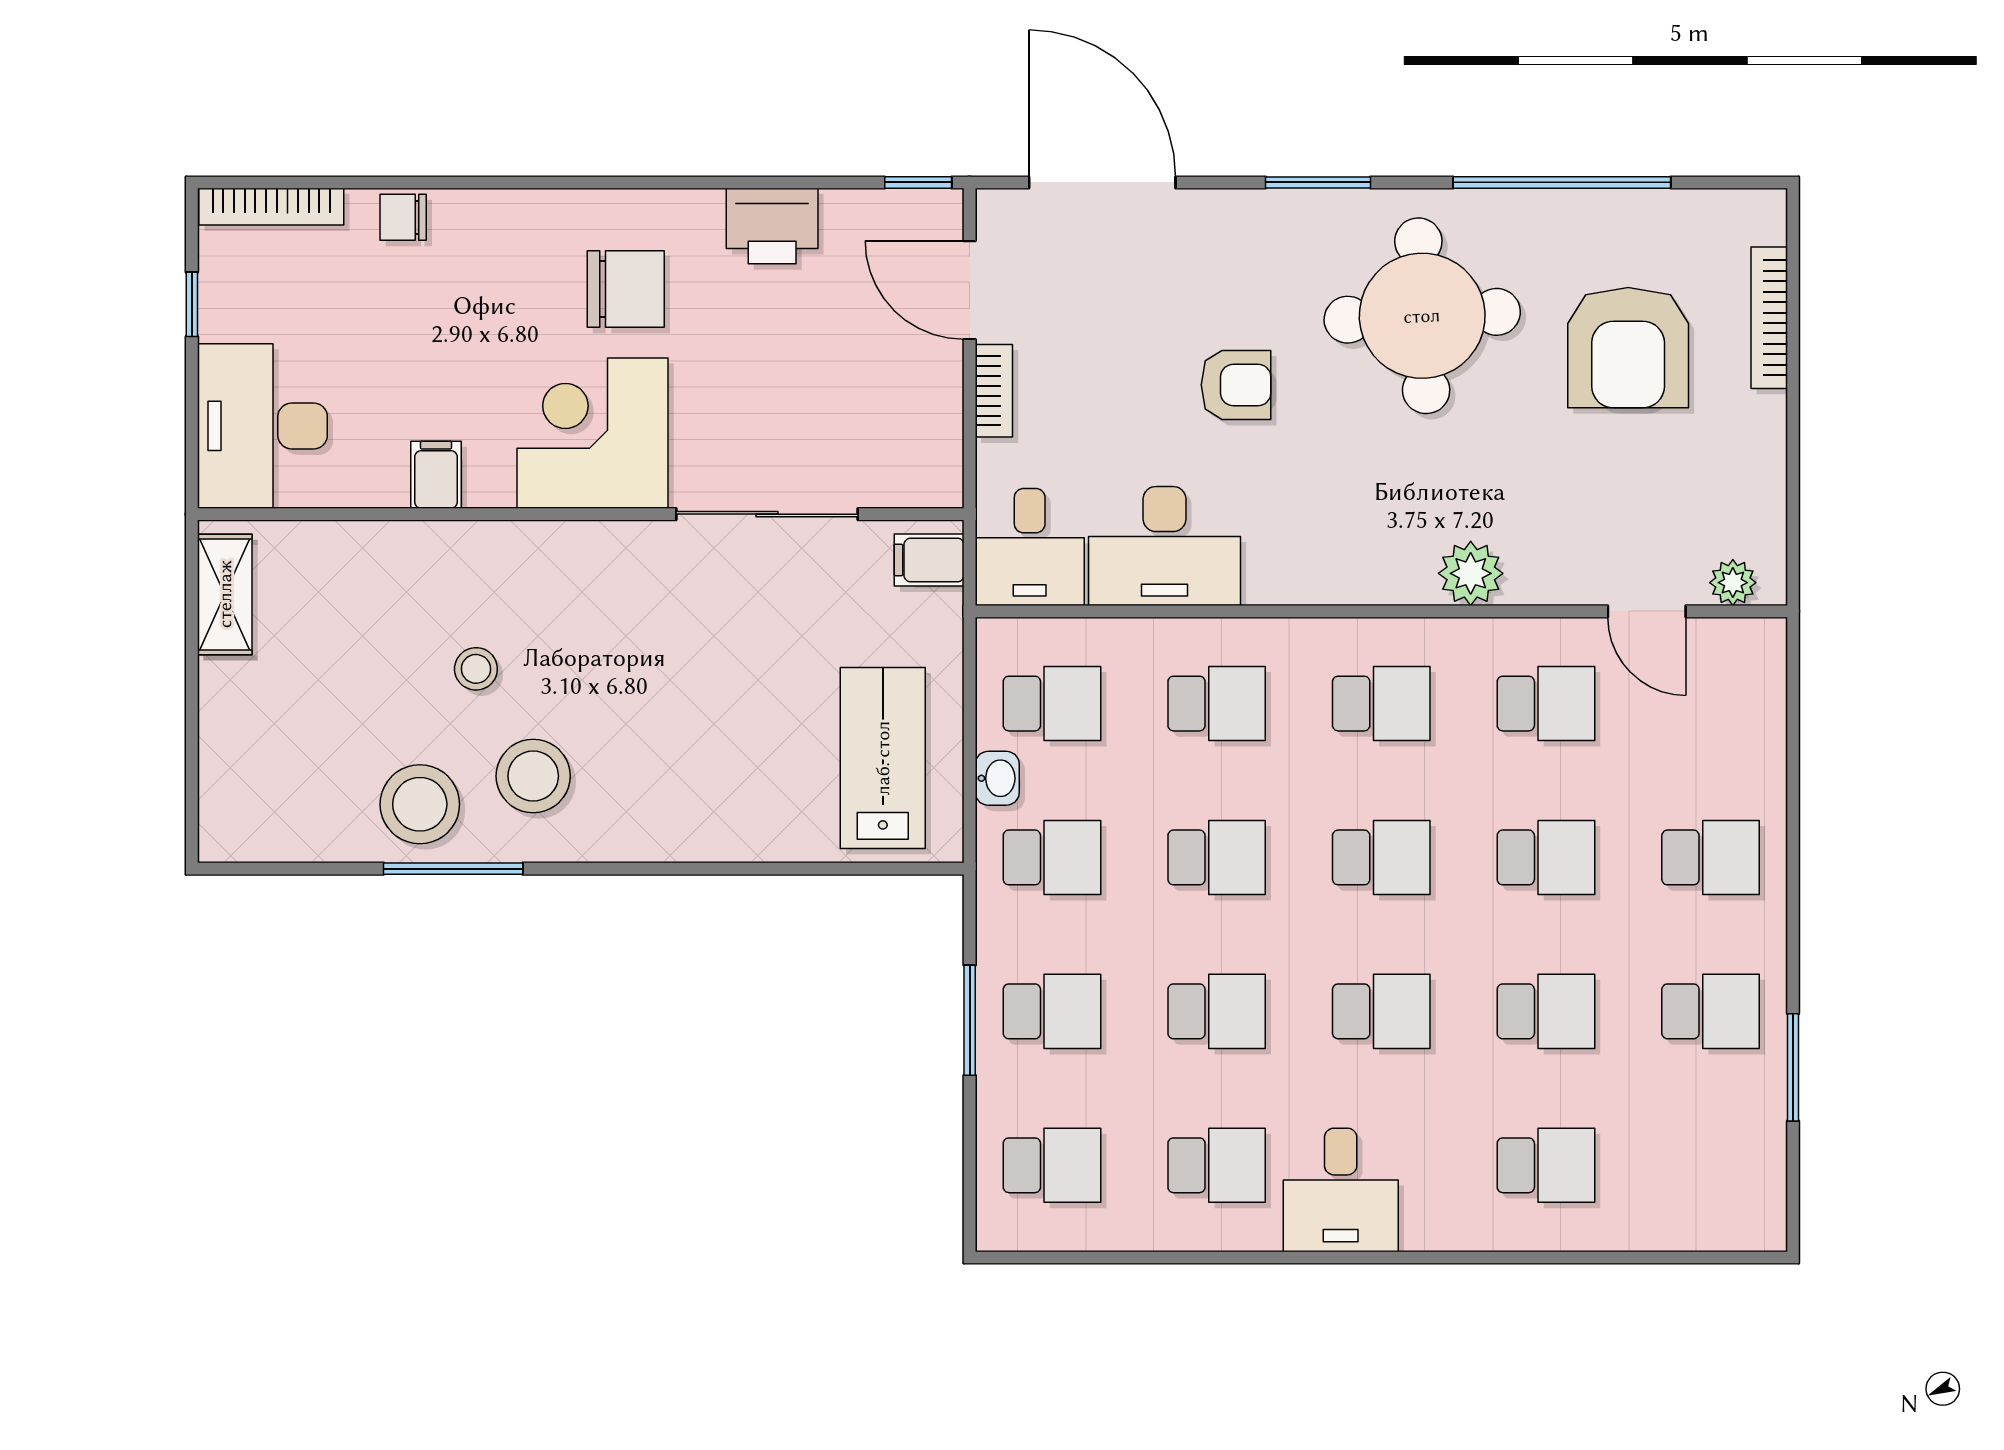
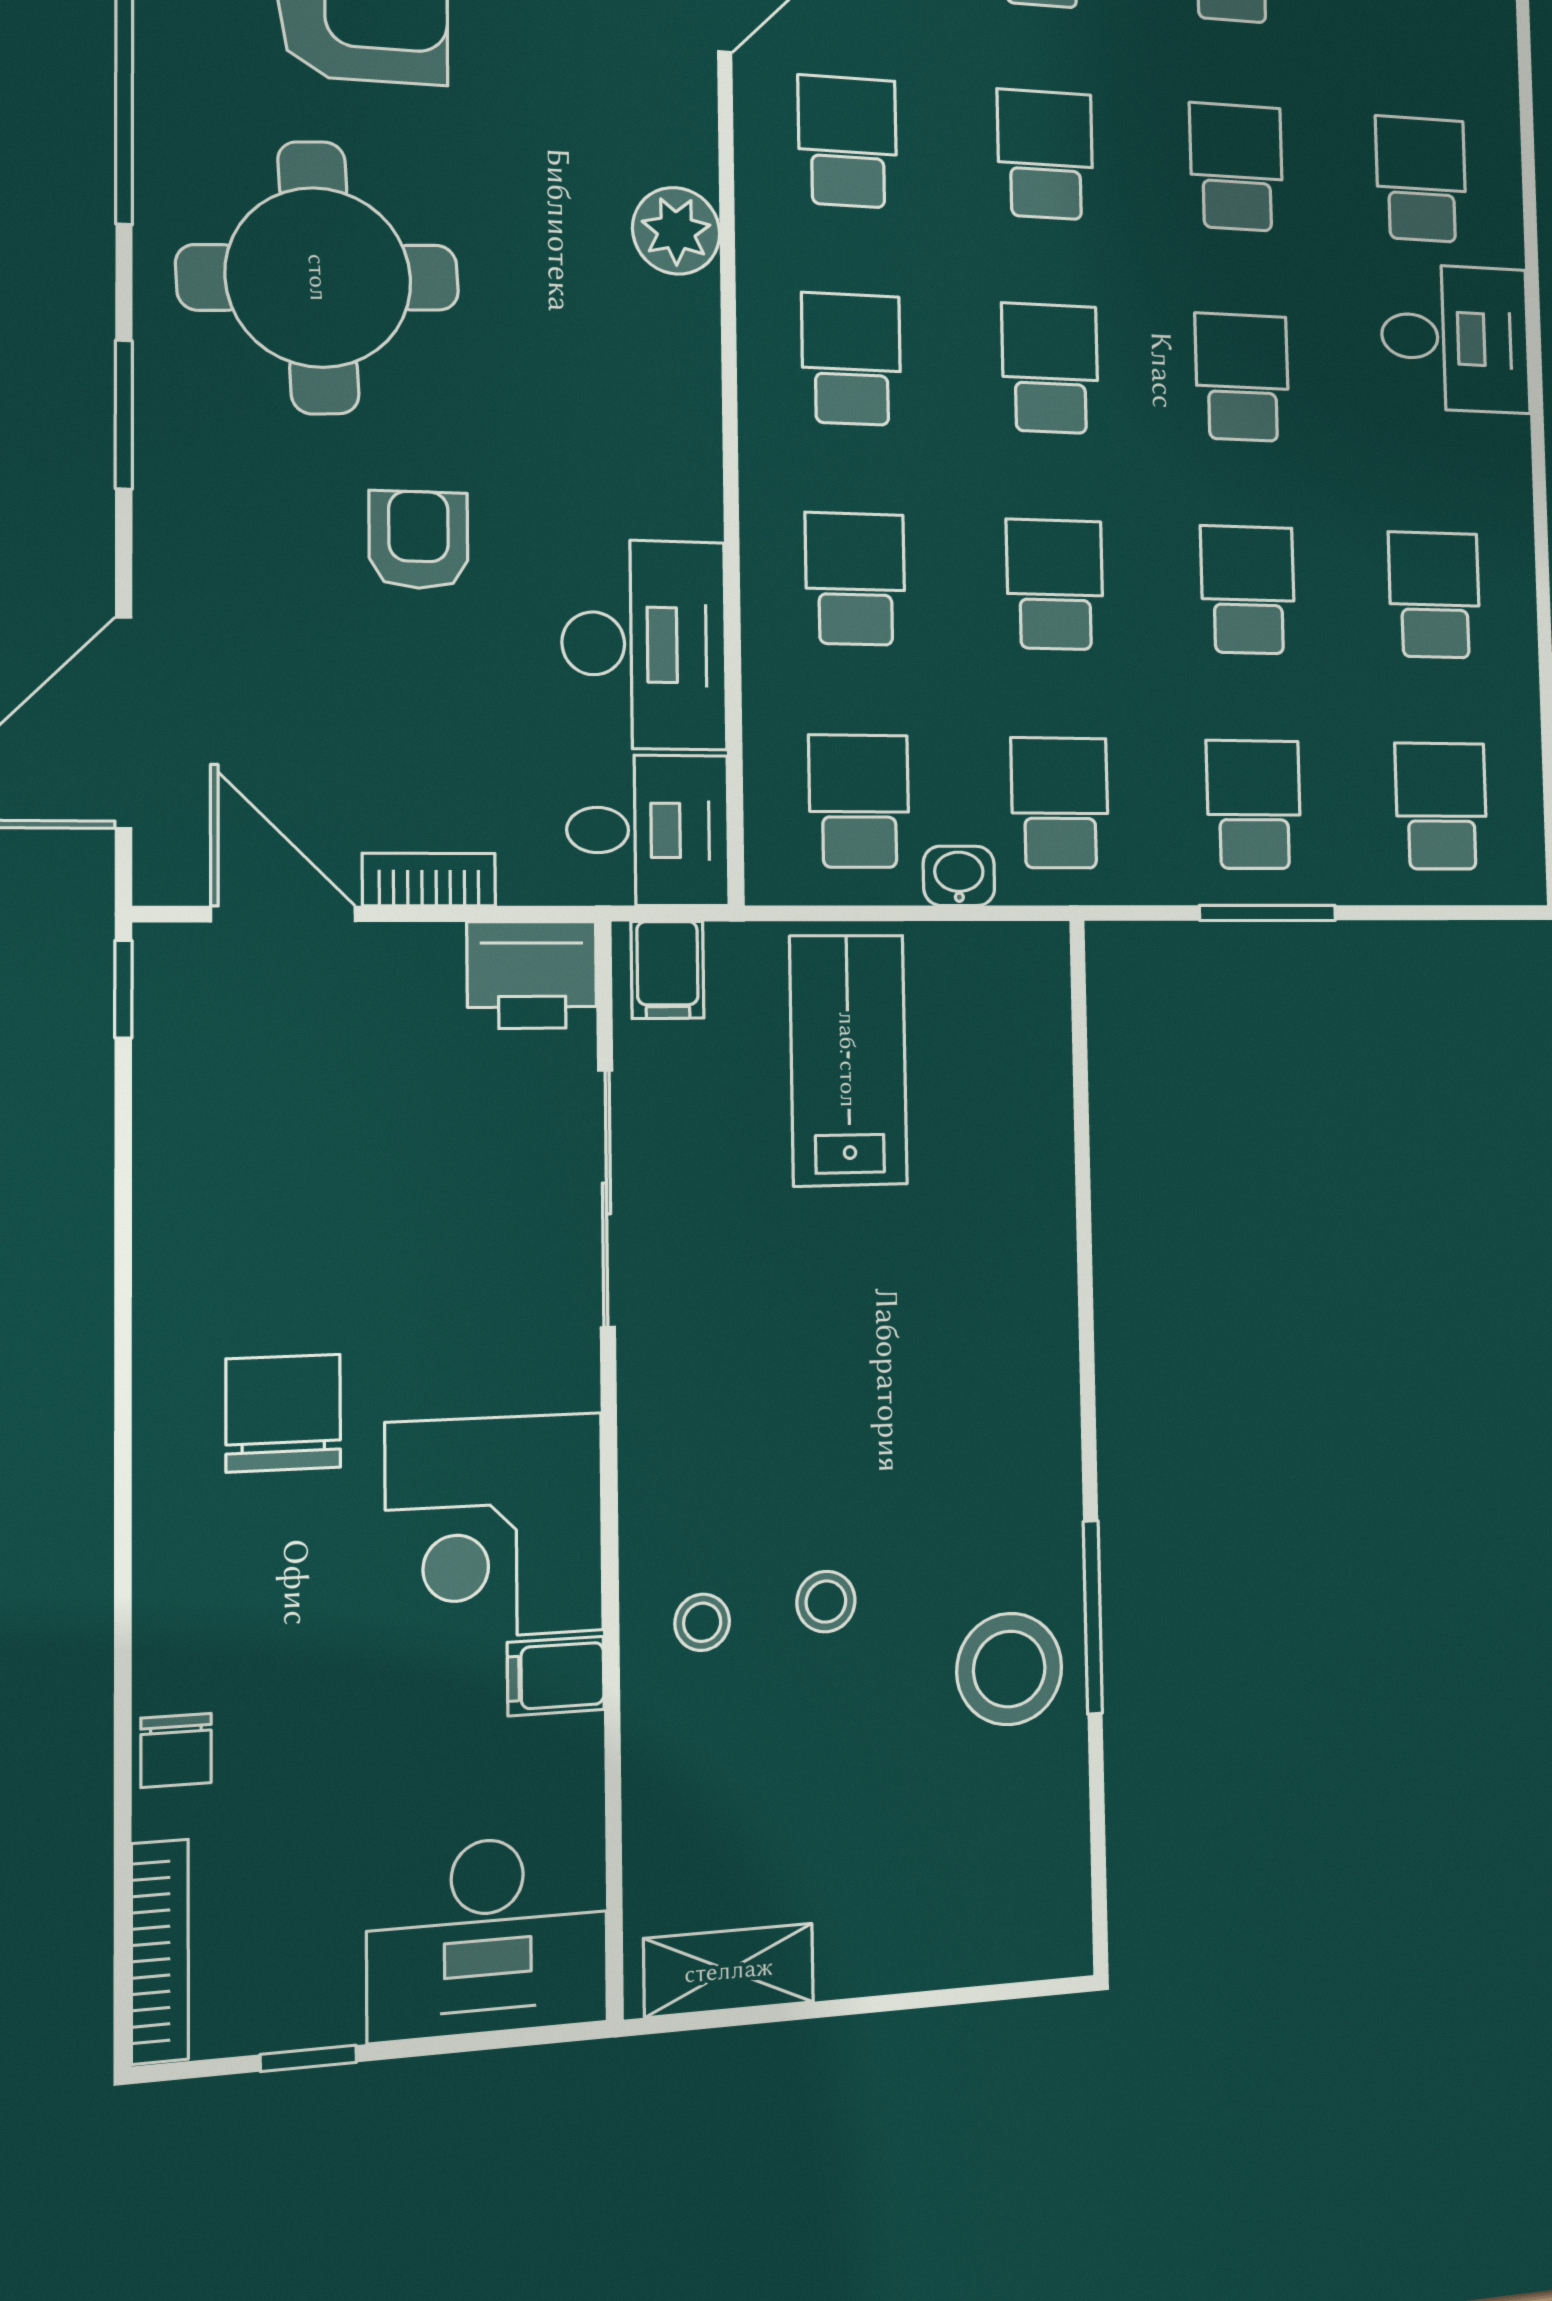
printer: (772, 226) -> (532, 975), moved, turned 90
door: (970, 290) -> (283, 914), swing flipped
corner desk: (593, 433) -> (495, 1527), moved
lab bench: (883, 758) -> (848, 1060), moved, turned 90
stool: (533, 776) -> (702, 1622), moved, width x0.53, depth x0.53
desk: (1341, 1190) -> (1455, 338), moved

